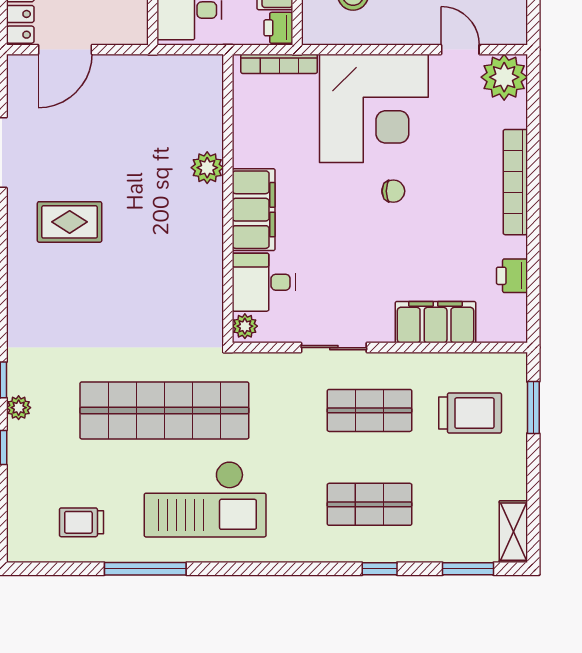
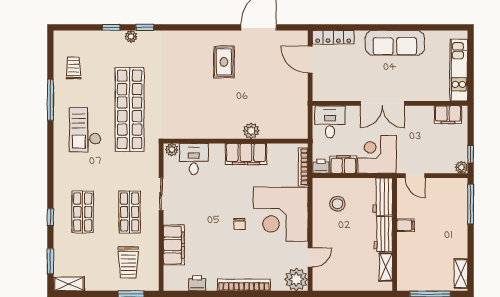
filing cabinet: (254, 210) -> (246, 154), moved
checkout: (205, 499) -> (85, 130), width x0.73, depth x0.83

